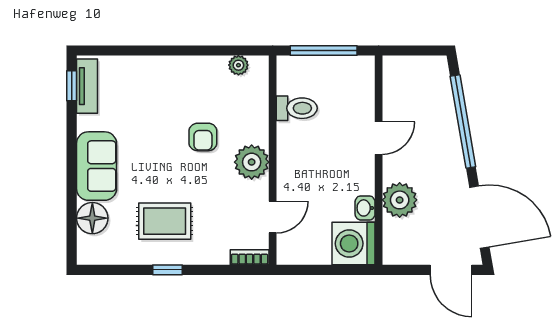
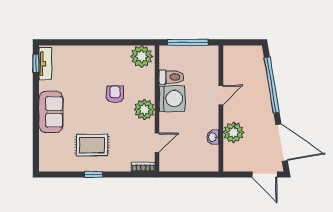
plant: (238, 65) -> (142, 56), width x1.88, depth x1.88
armchair: (203, 137) -> (115, 94), turned 180
floor lamp: (92, 218) -> (48, 143), removed
washing machine: (353, 244) -> (172, 99), moved, turned 180

